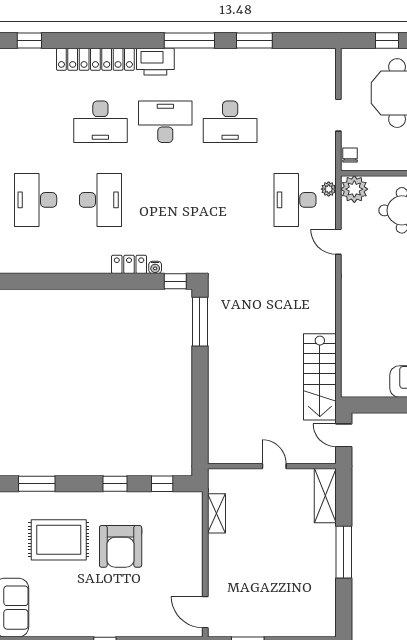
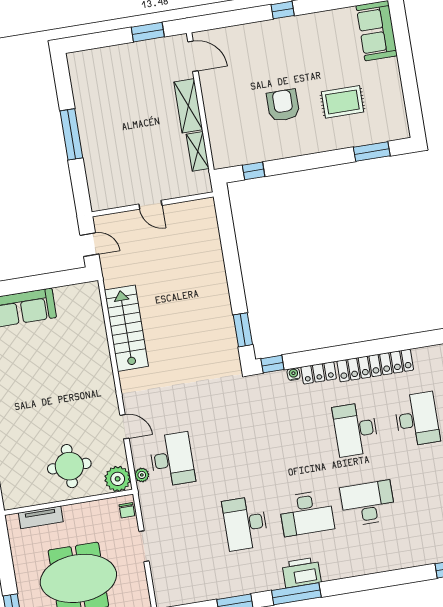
locker: (95, 59) -> (375, 366), moved, turned 180
printer: (155, 62) -> (302, 572), moved
desk: (230, 122) -> (245, 523), turned -90
window: (200, 322) -> (243, 330), width x0.69
stairs: (320, 377) -> (126, 328), moved
window: (115, 484) -> (298, 164), removed
shelving: (325, 496) -> (188, 106), moved
rug: (59, 540) -> (342, 102), width x0.73, depth x0.70
armchair: (121, 546) -> (283, 105), width x0.73, depth x0.73

